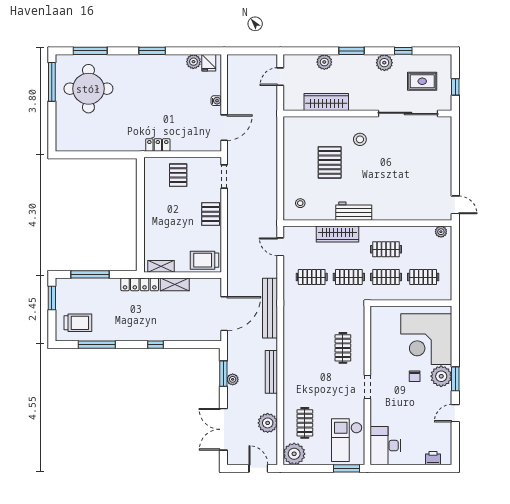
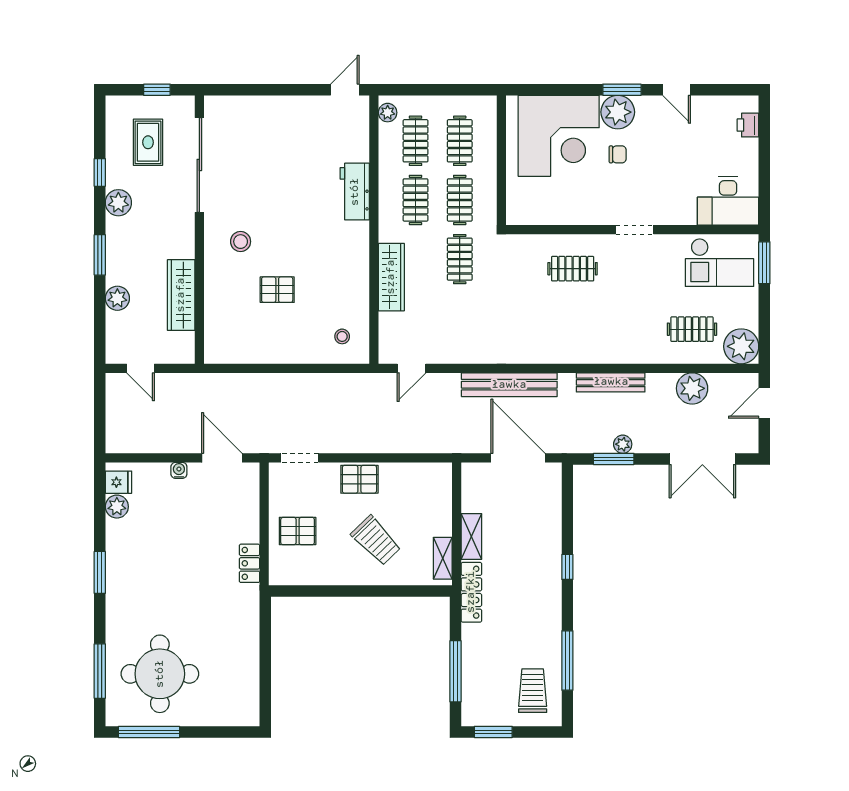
pallet: (330, 162) -> (277, 290), width x0.67, depth x0.71
workbench: (354, 211) -> (355, 192), moved
trolley: (205, 260) -> (376, 540), moved, turned -44
clothes rail: (312, 277) -> (416, 141), moved

